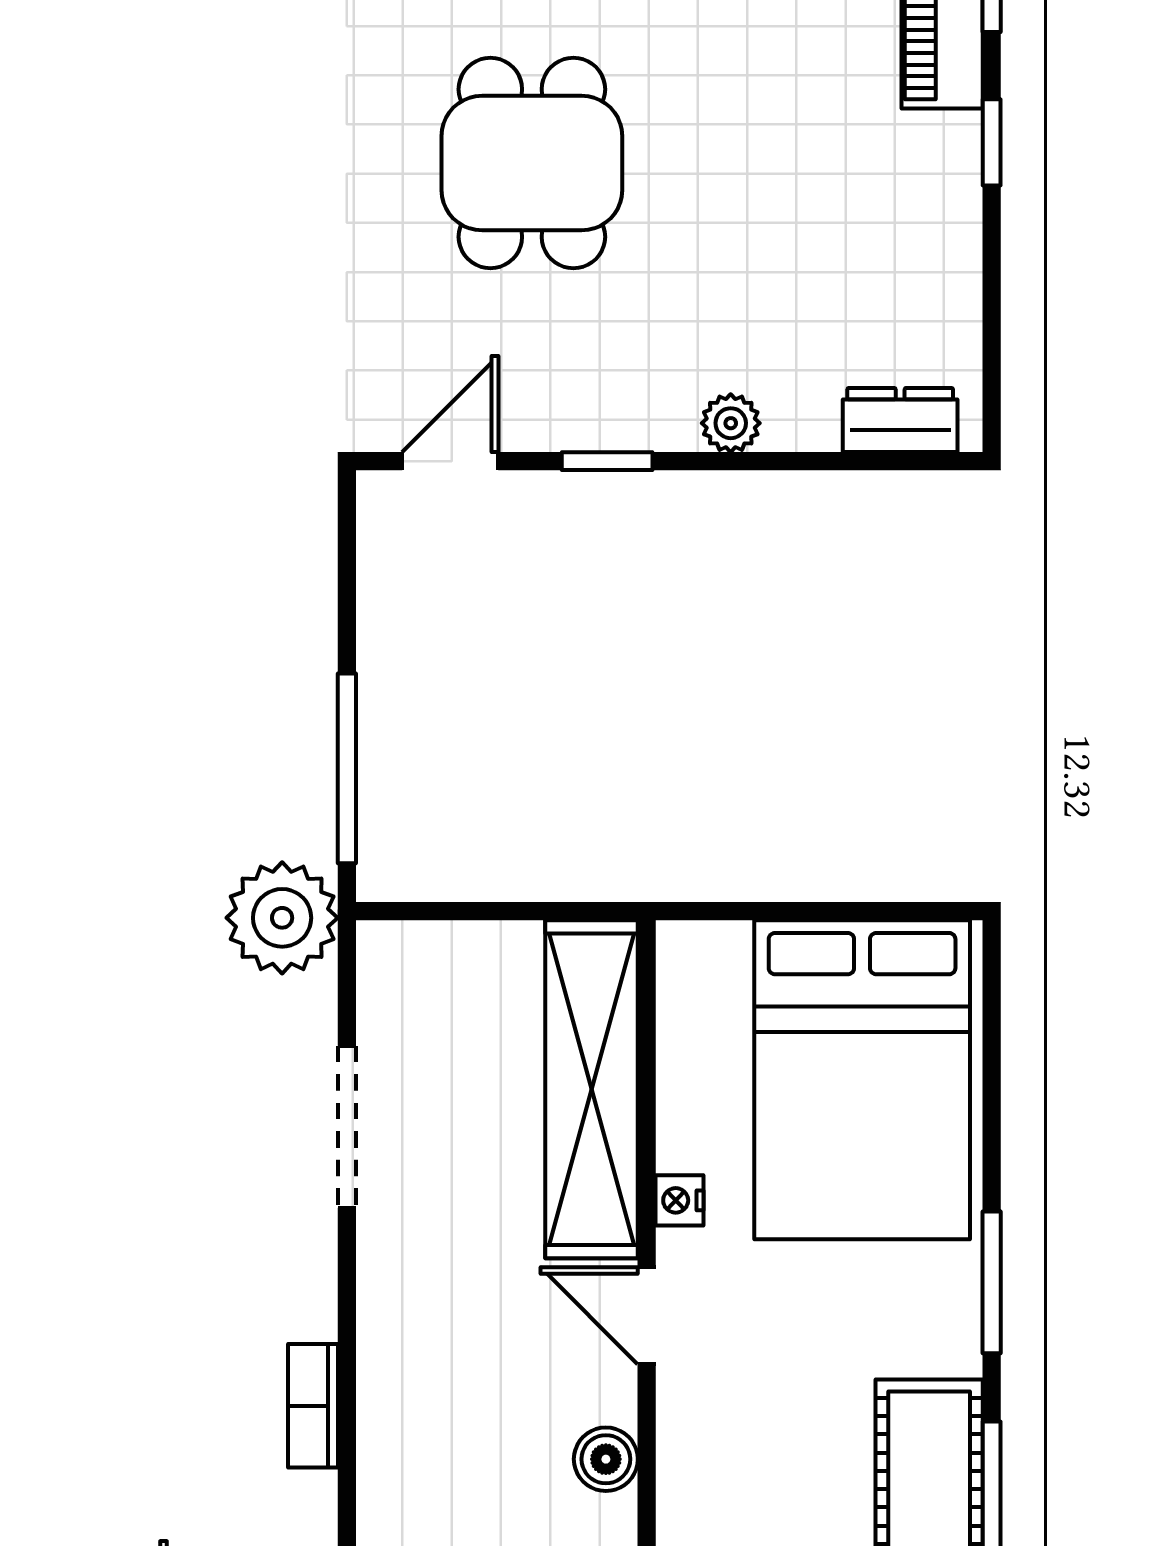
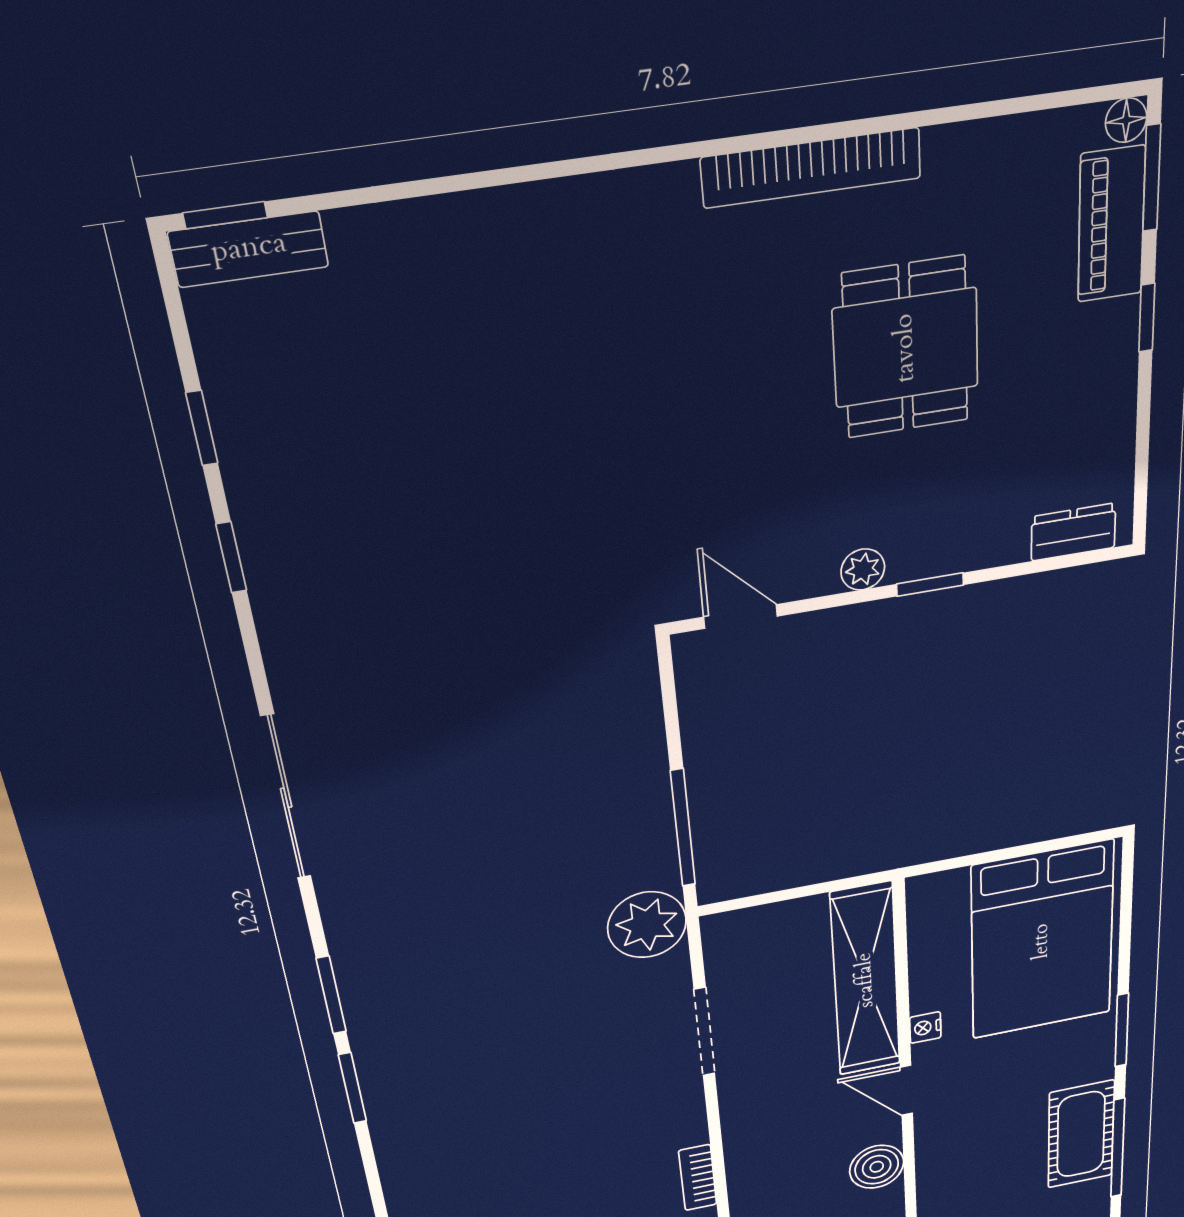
dining table: (532, 163) -> (906, 348), moved
plant: (731, 423) -> (863, 569), moved
door: (450, 461) -> (741, 617), hinge flipped
window: (607, 461) -> (930, 585), moved
boiler: (606, 1459) -> (877, 1167), width x1.36, depth x1.36

